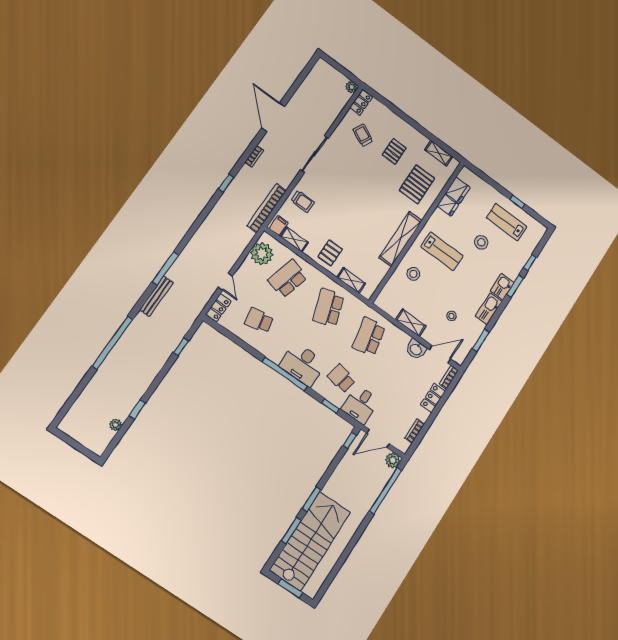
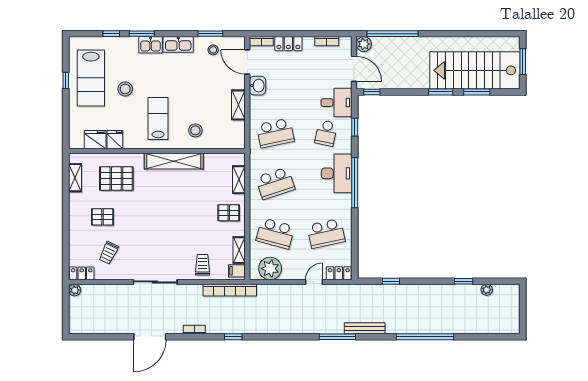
lab bench: (507, 222) -> (91, 78), width x1.36, depth x1.39
stool: (452, 316) -> (213, 50), moved
school desk: (259, 320) -> (326, 233), width x1.85

